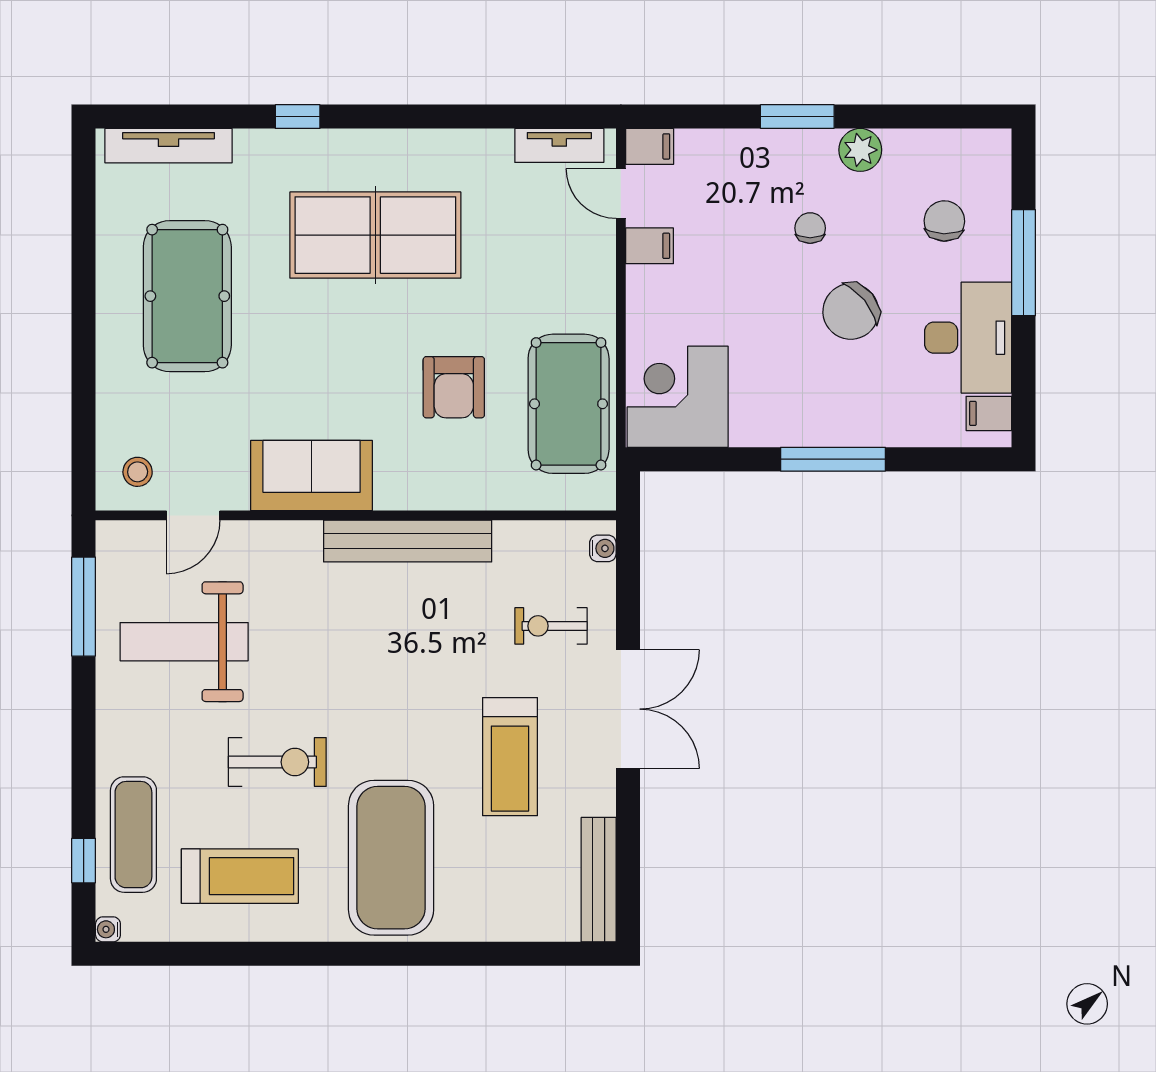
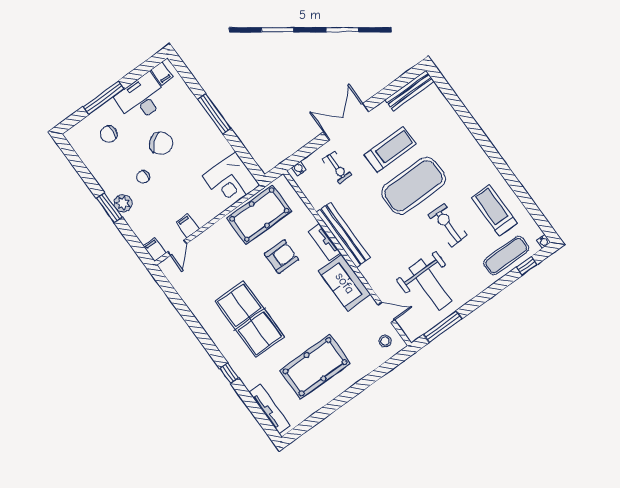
tv unit: (559, 145) -> (325, 242), moved, turned 180
plant: (860, 150) -> (123, 203), moved
exercise mat: (391, 858) -> (413, 186), moved

